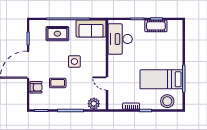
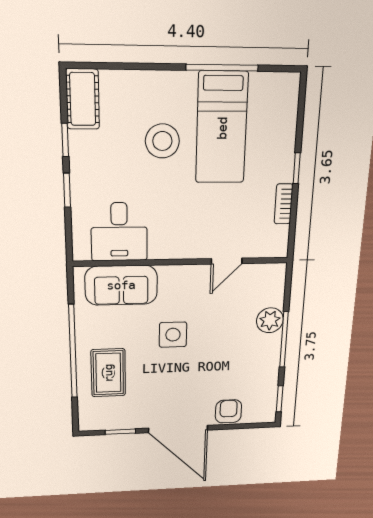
cot: (156, 26) -> (83, 99), moved
sofa: (91, 28) -> (121, 285), moved, turned 90
desk: (120, 39) -> (119, 232), width x0.73
coffee table: (58, 83) -> (221, 368), removed
stool: (167, 101) -> (162, 141), moved
plant: (94, 104) -> (270, 320), moved

